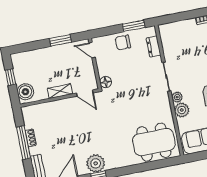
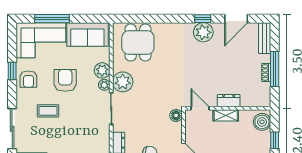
plant: (161, 103) -> (123, 82), added
dresser: (60, 105) -> (229, 101), added
dining table: (154, 142) -> (138, 43), width x0.73

